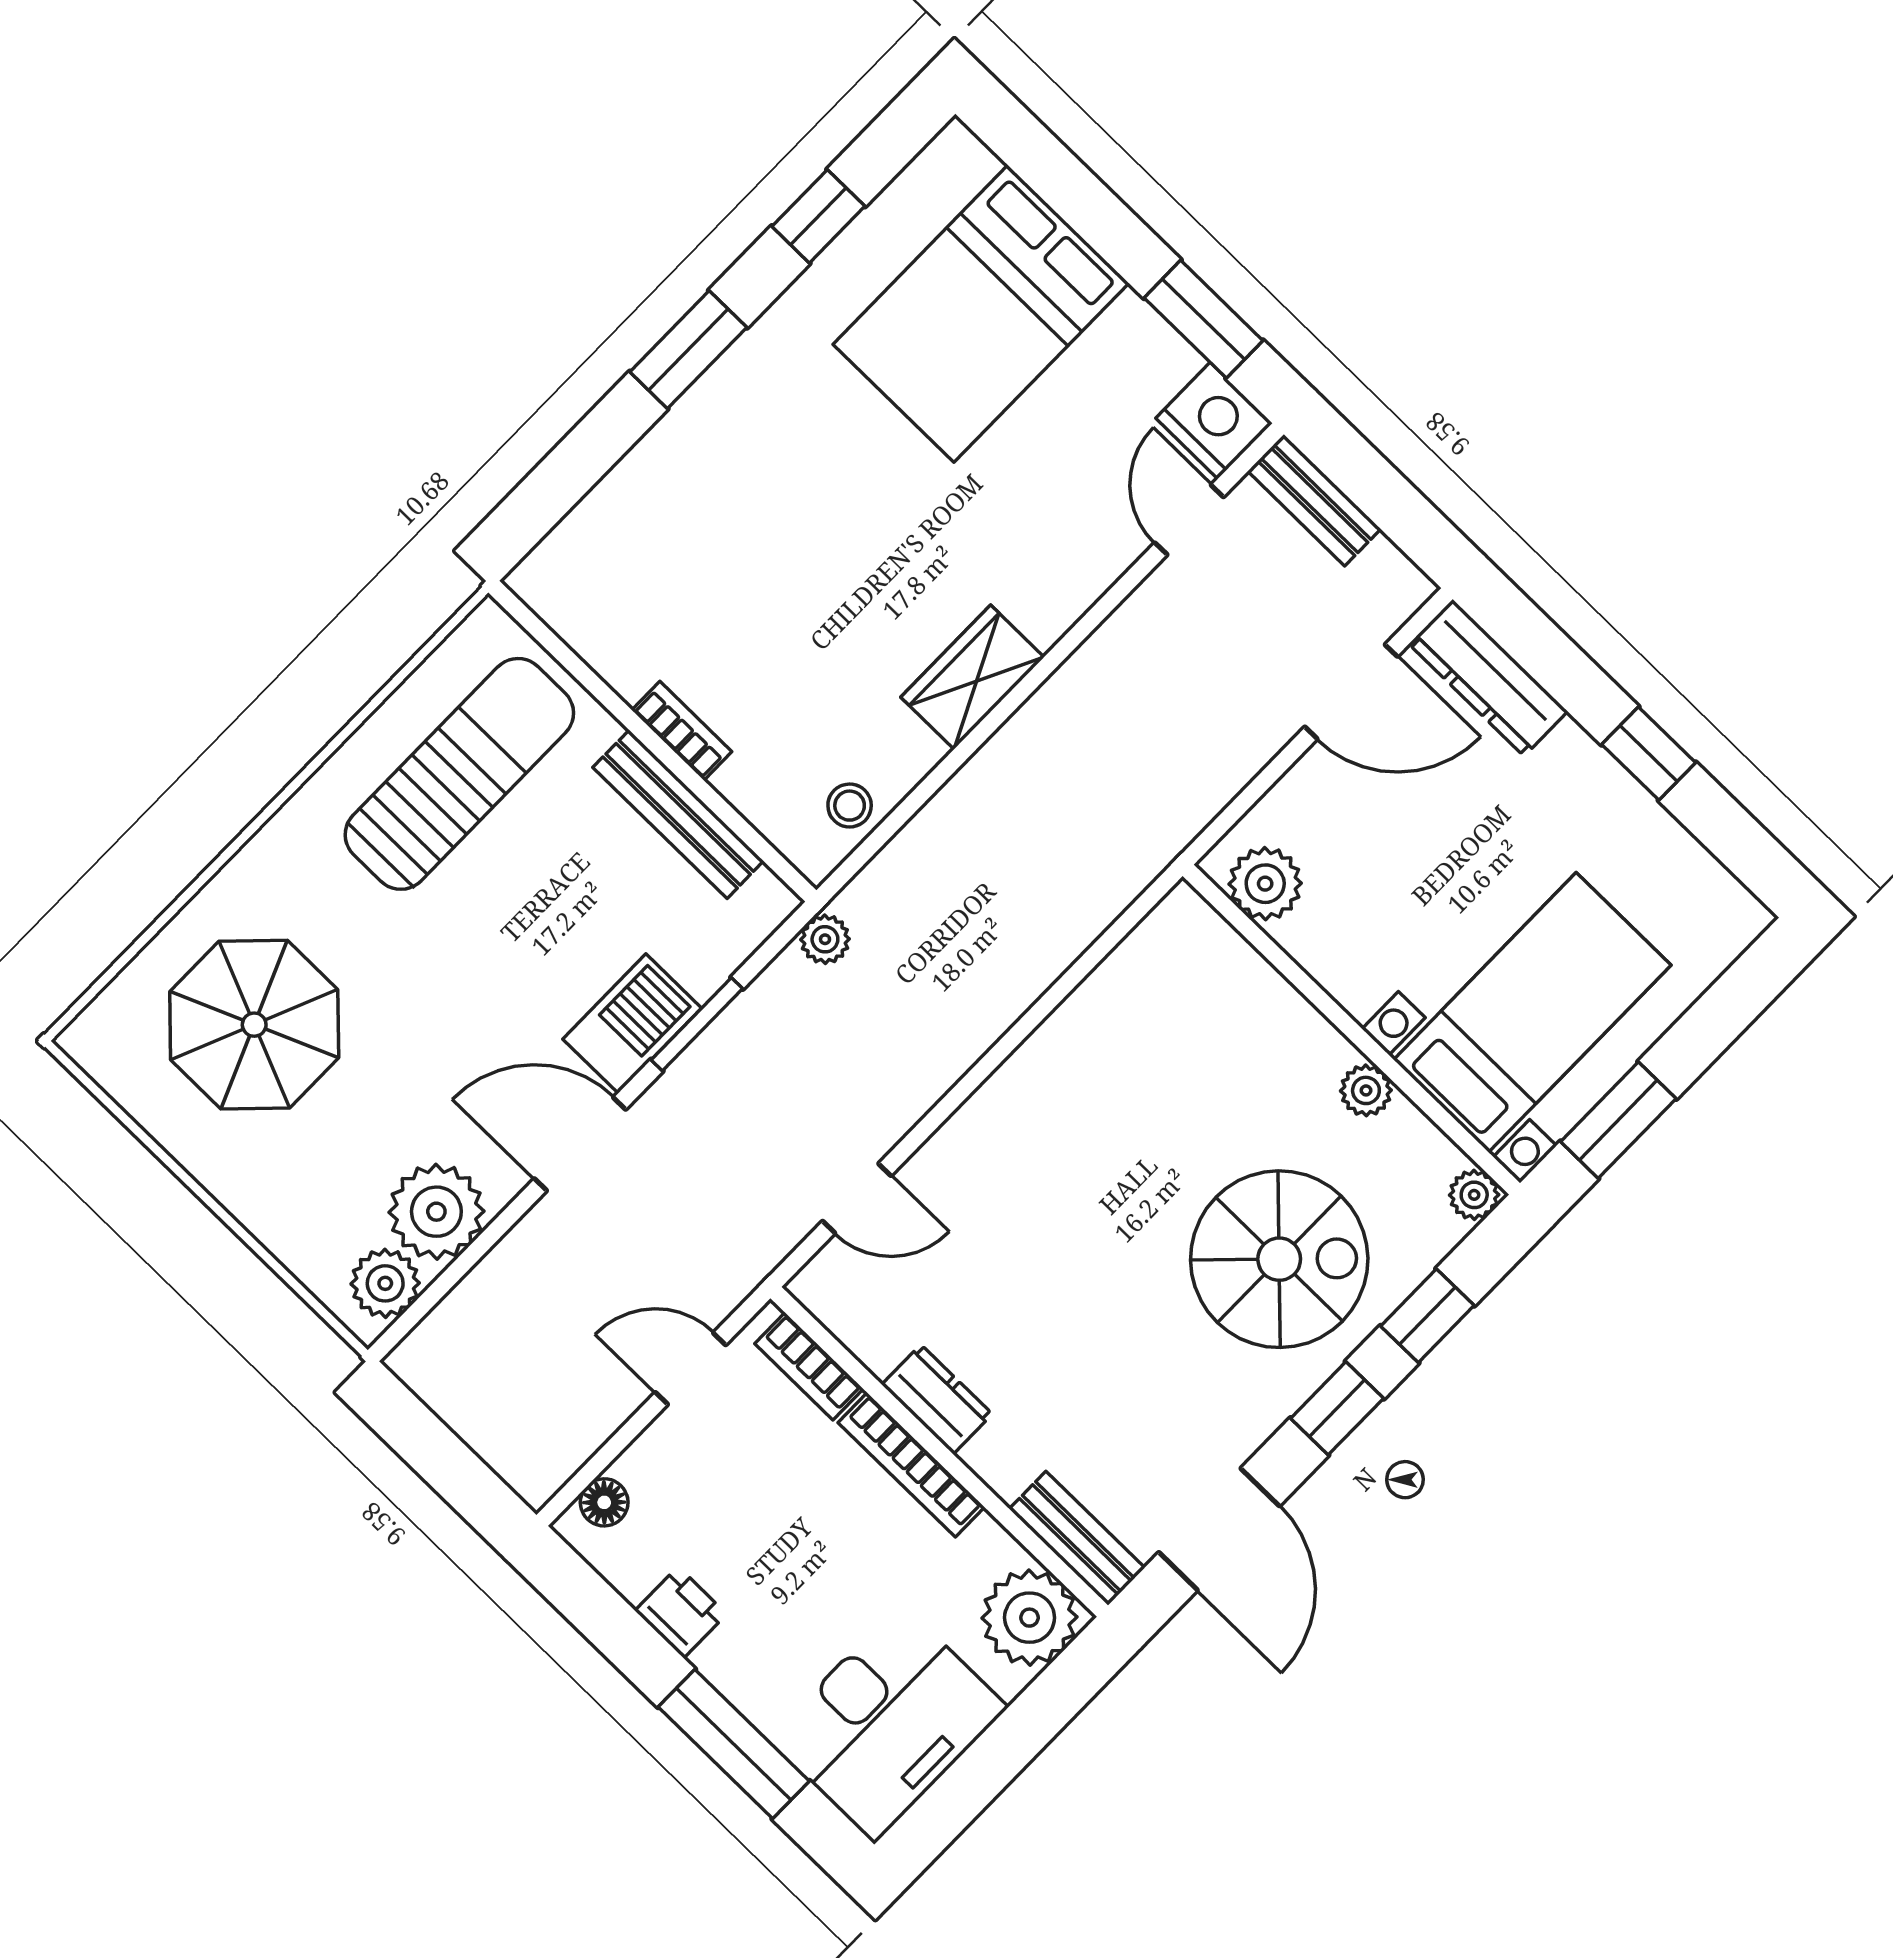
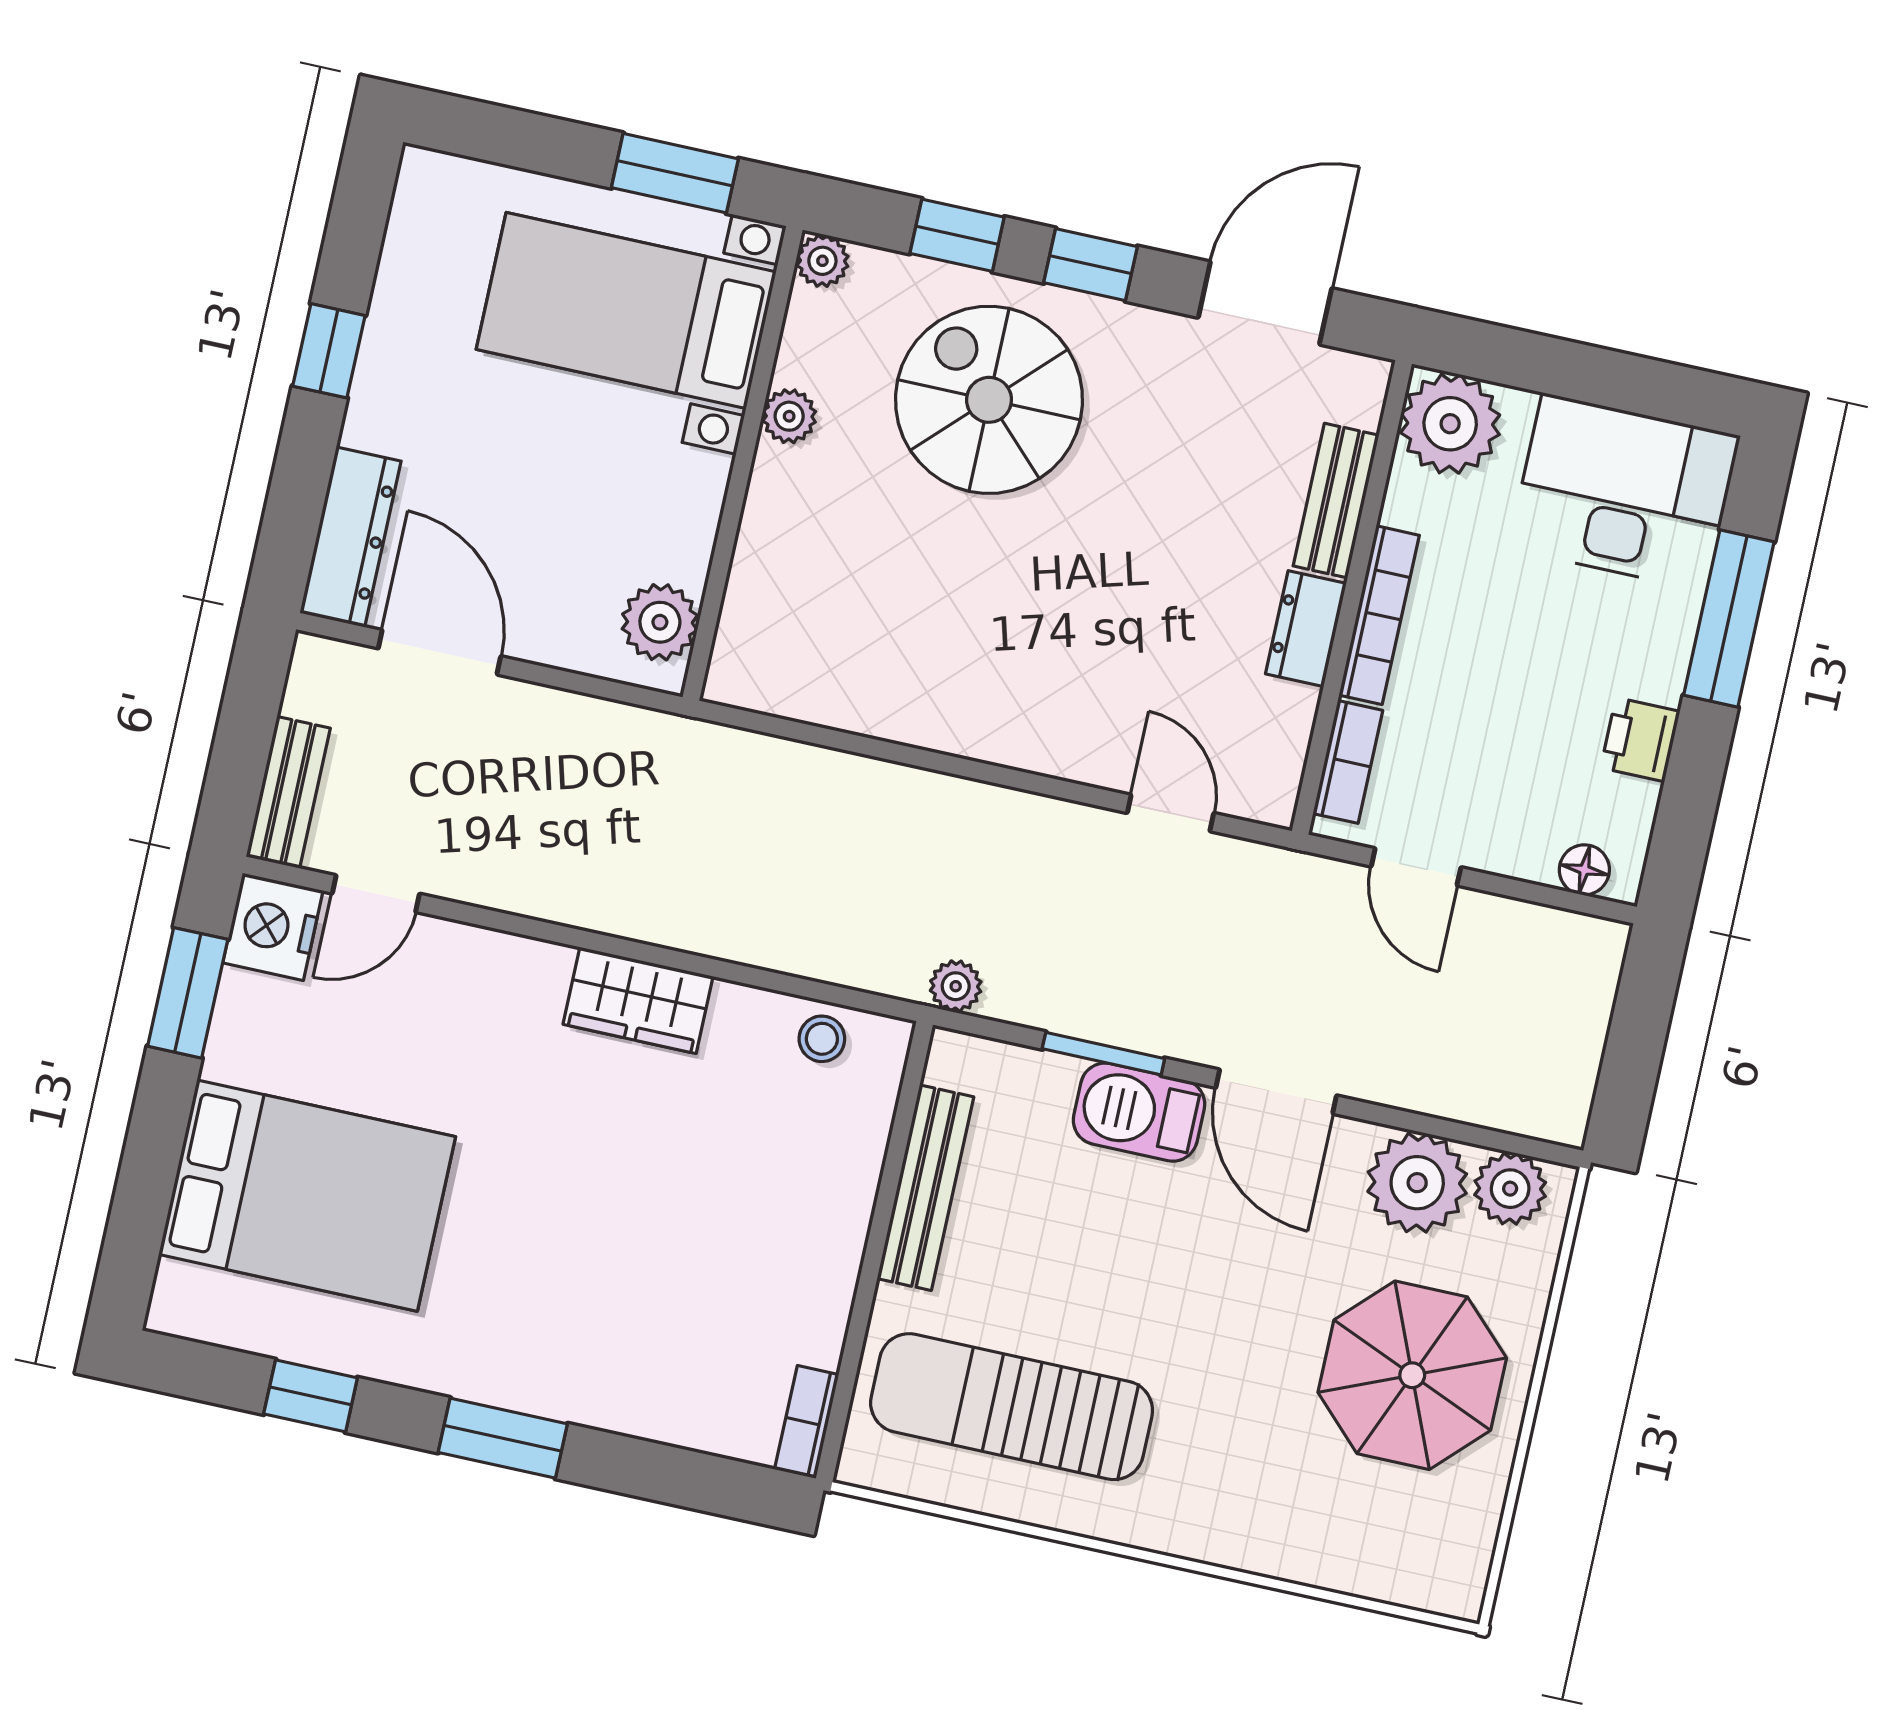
bookcase: (682, 731) -> (807, 1422), moved
parasol: (254, 1025) -> (1412, 1375), moved
bench: (1077, 1538) -> (1336, 501), moved

